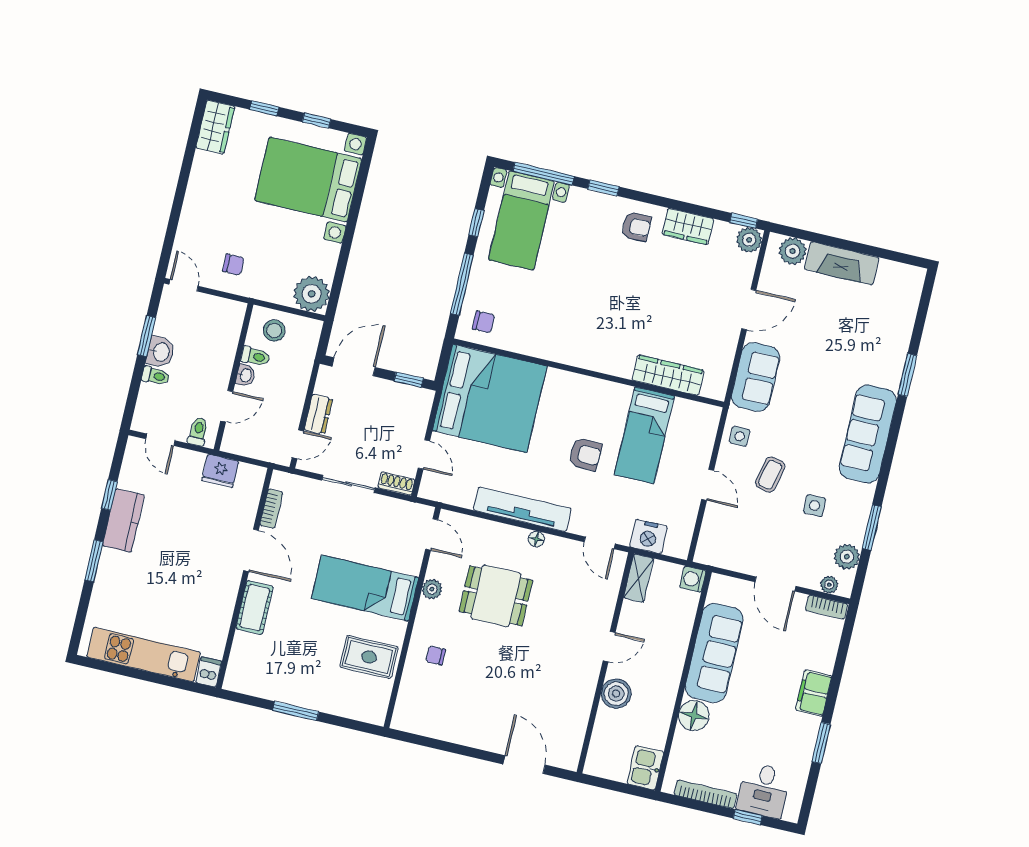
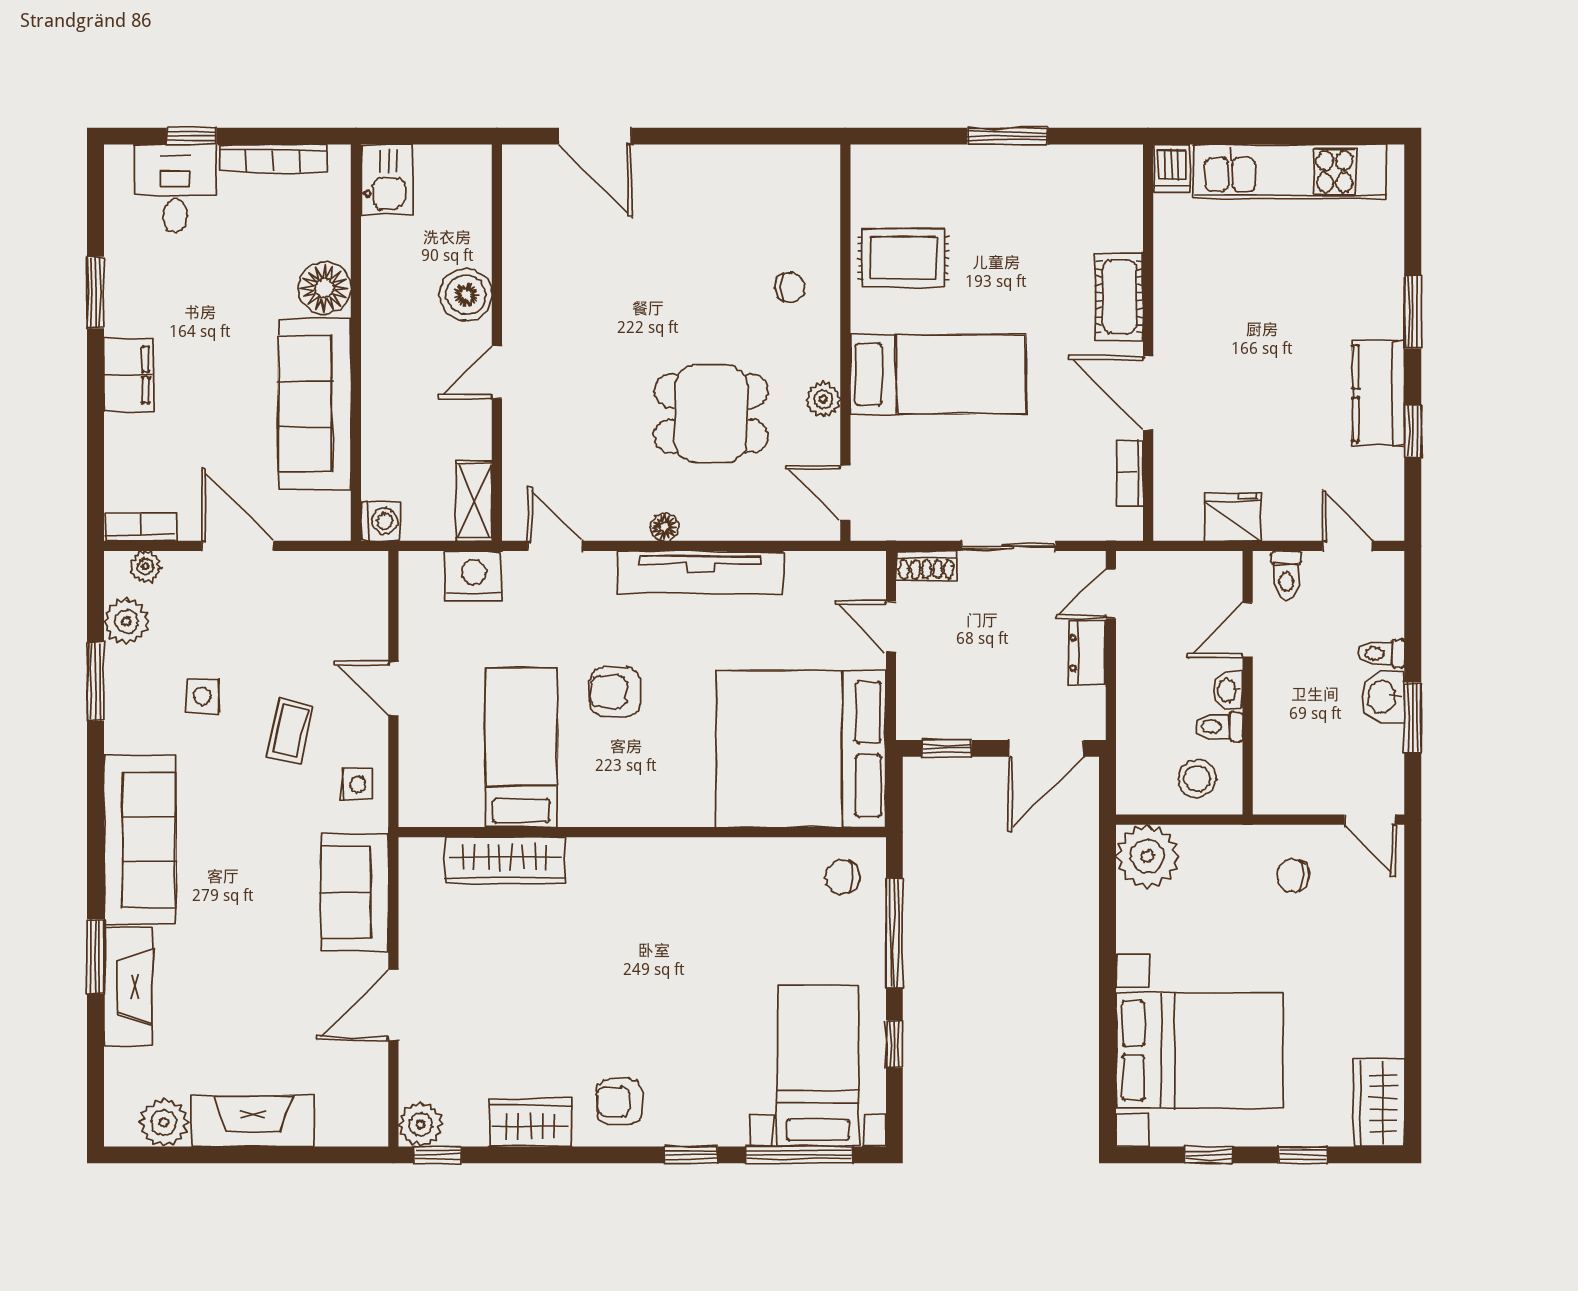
plant: (793, 251) -> (164, 1123), moved
fireplace: (893, 354) -> (128, 987), added

